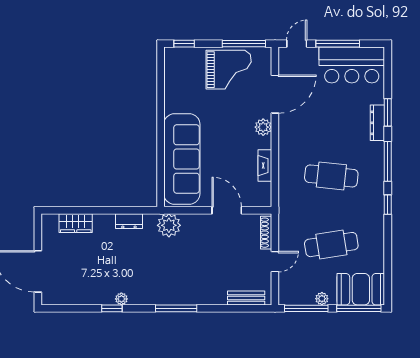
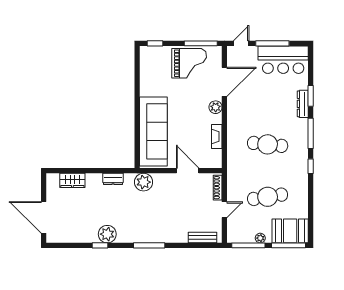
plant: (121, 299) -> (107, 234), width x1.88, depth x1.88

